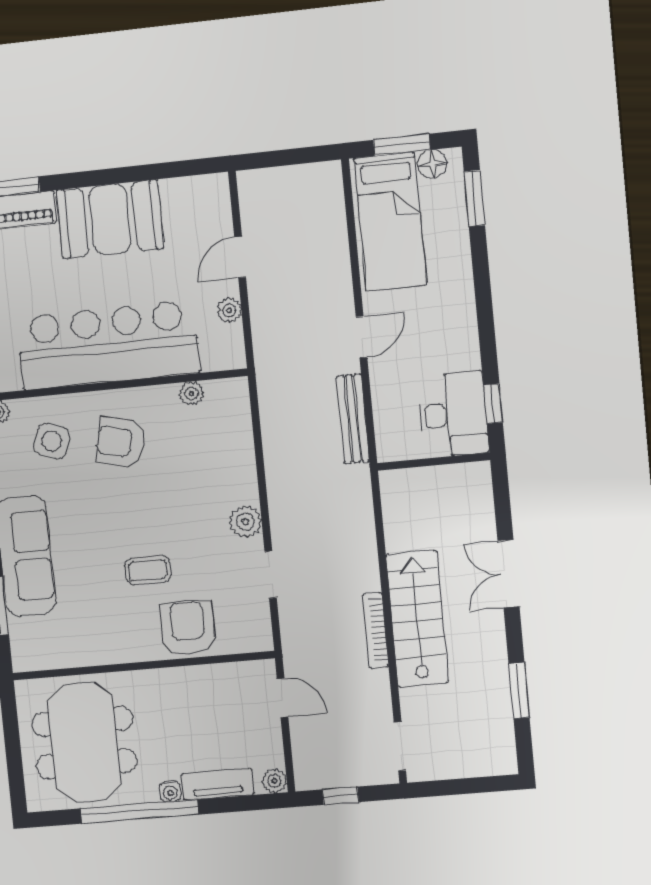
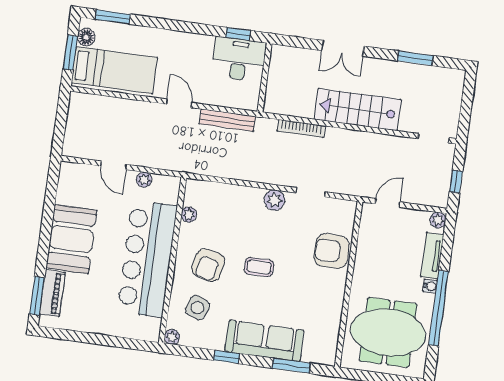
coffee table: (148, 570) -> (259, 267), moved, turned 90
bookcase: (375, 630) -> (301, 129), moved

